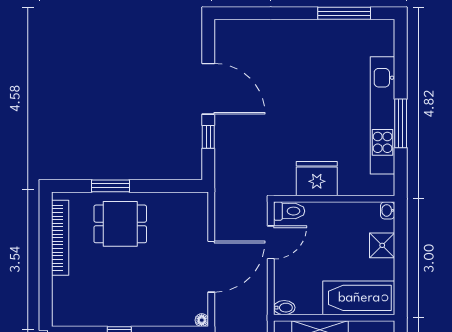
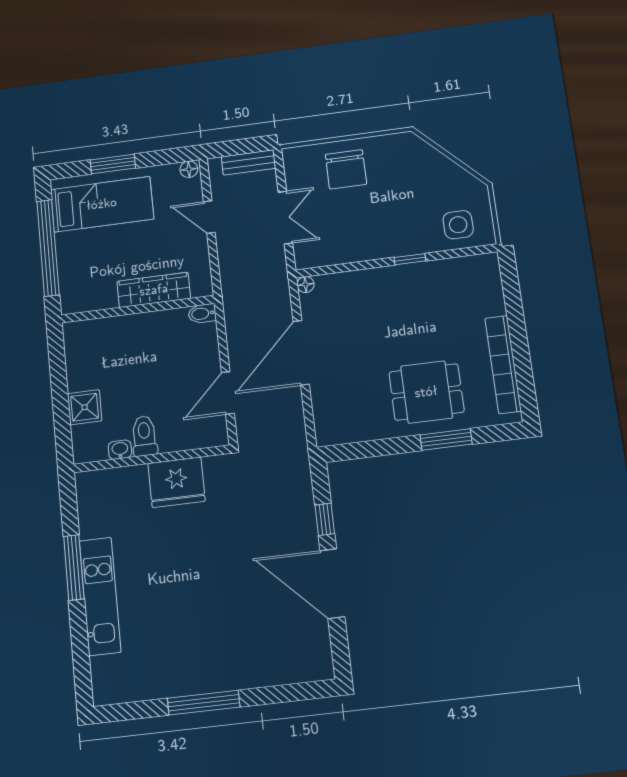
window: (344, 13) -> (204, 703), moved
kitchen unit: (383, 115) -> (100, 596), width x0.73
washbasin: (388, 210) -> (120, 450), moved, turned -90
toilet: (289, 211) -> (144, 436), moved, turned 90
bathtub: (359, 298) -> (109, 338), removed

